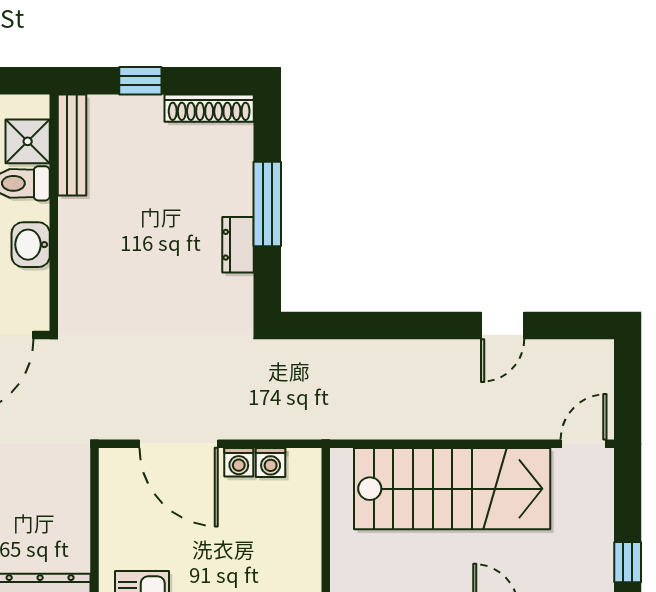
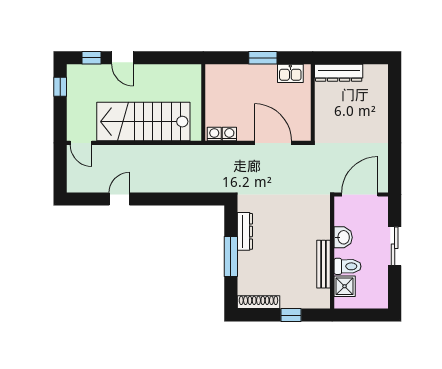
bench: (72, 145) -> (323, 264), moved
dresser: (238, 245) -> (245, 231), width x1.44
door: (584, 444) -> (81, 143), hinge flipped
washing machine: (239, 462) -> (214, 134), moved

